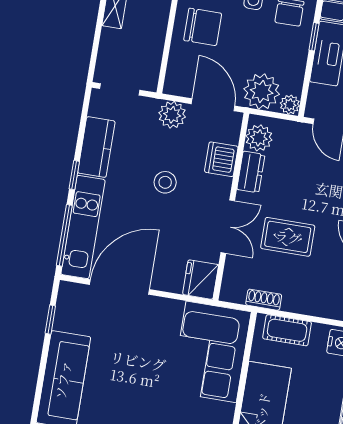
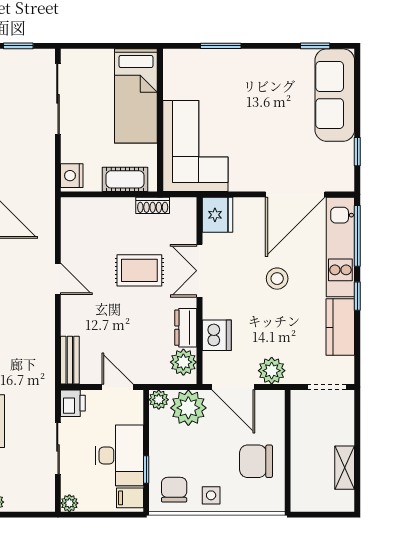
stool: (165, 182) -> (277, 279), moved

